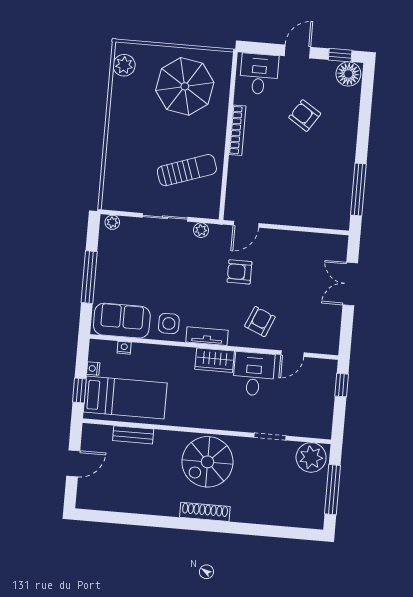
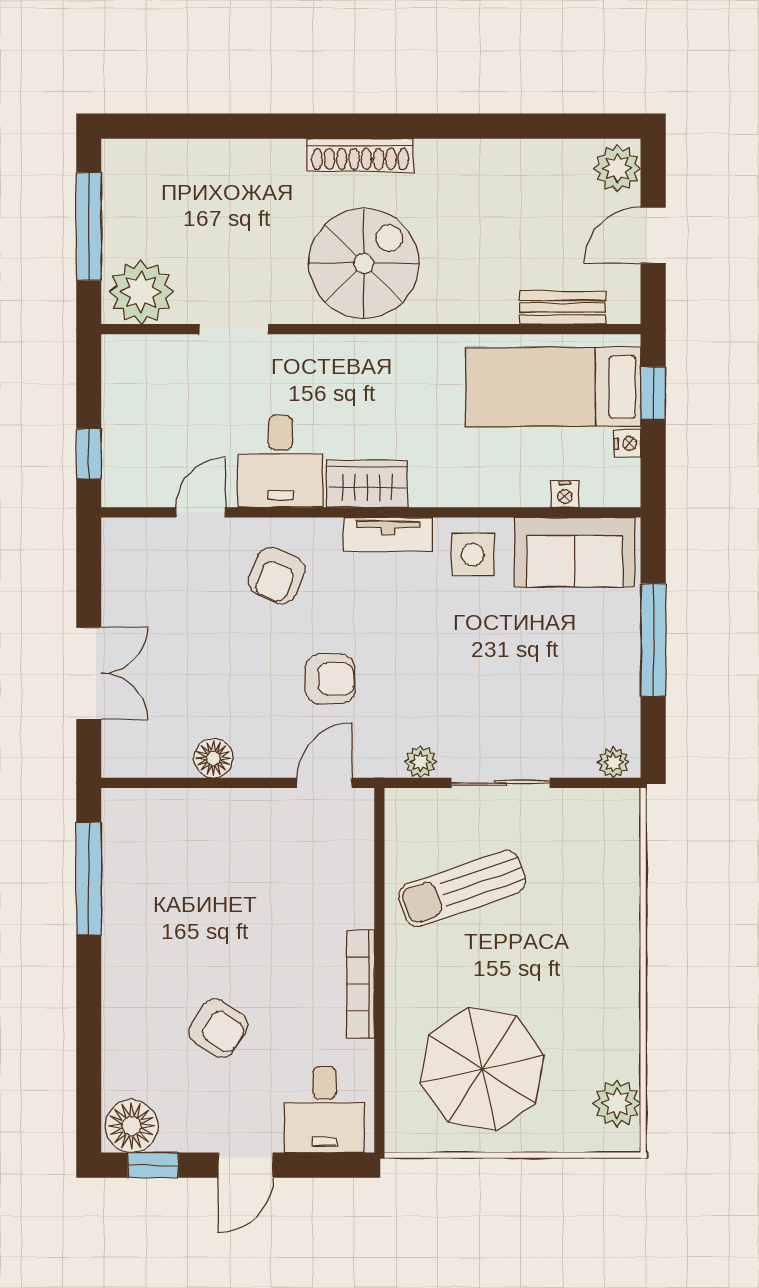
floor lamp: (296, 240) -> (213, 758), added
bench: (133, 435) -> (563, 308), moved
plant: (87, 496) -> (617, 168), added

